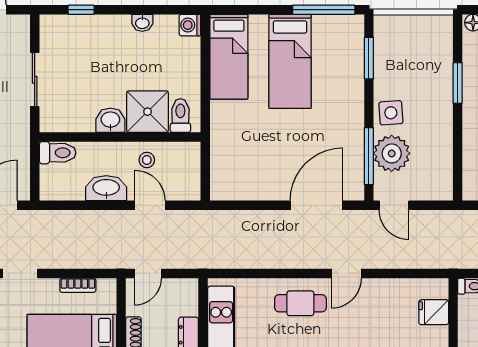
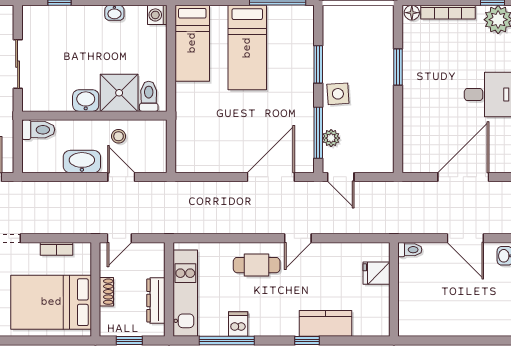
window: (369, 58) -> (318, 64), moved
plant: (392, 153) -> (331, 138), width x0.53, depth x0.53

